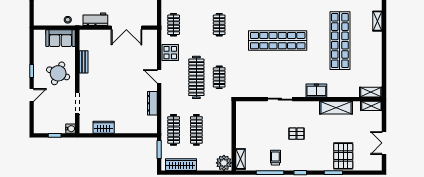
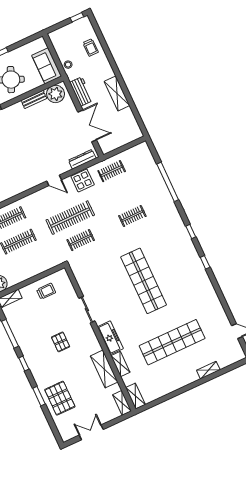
double door: (126, 28) -> (87, 126), swing flipped
plant: (87, 42) -> (56, 94), added
door: (159, 76) -> (54, 180), swing flipped
freezer: (316, 90) -> (110, 338), width x1.40
shelving: (338, 92) -> (120, 364), added
dresser: (152, 103) -> (82, 159), moved
pallet: (343, 156) -> (60, 398), turned 90
trolley: (275, 158) -> (46, 291), moved

